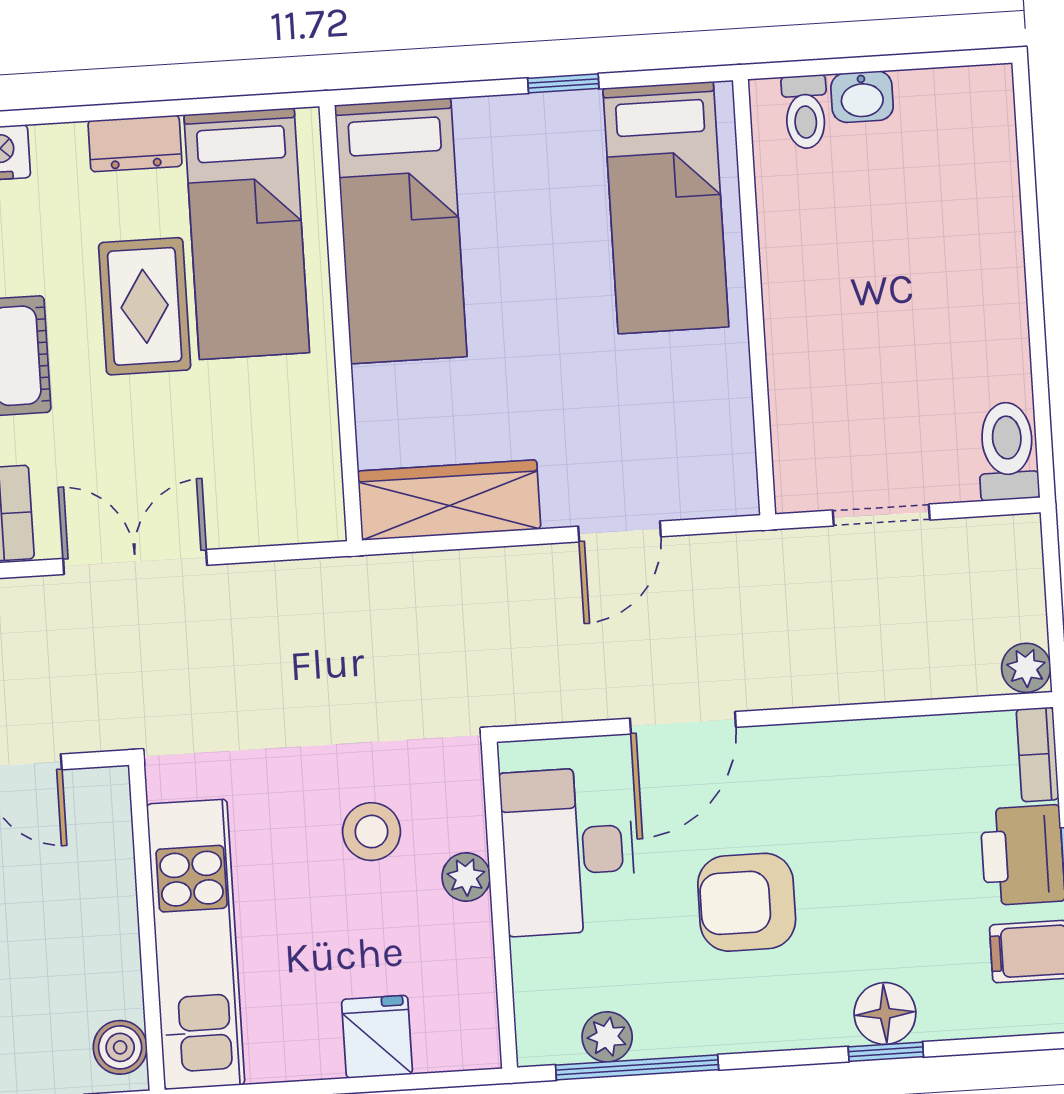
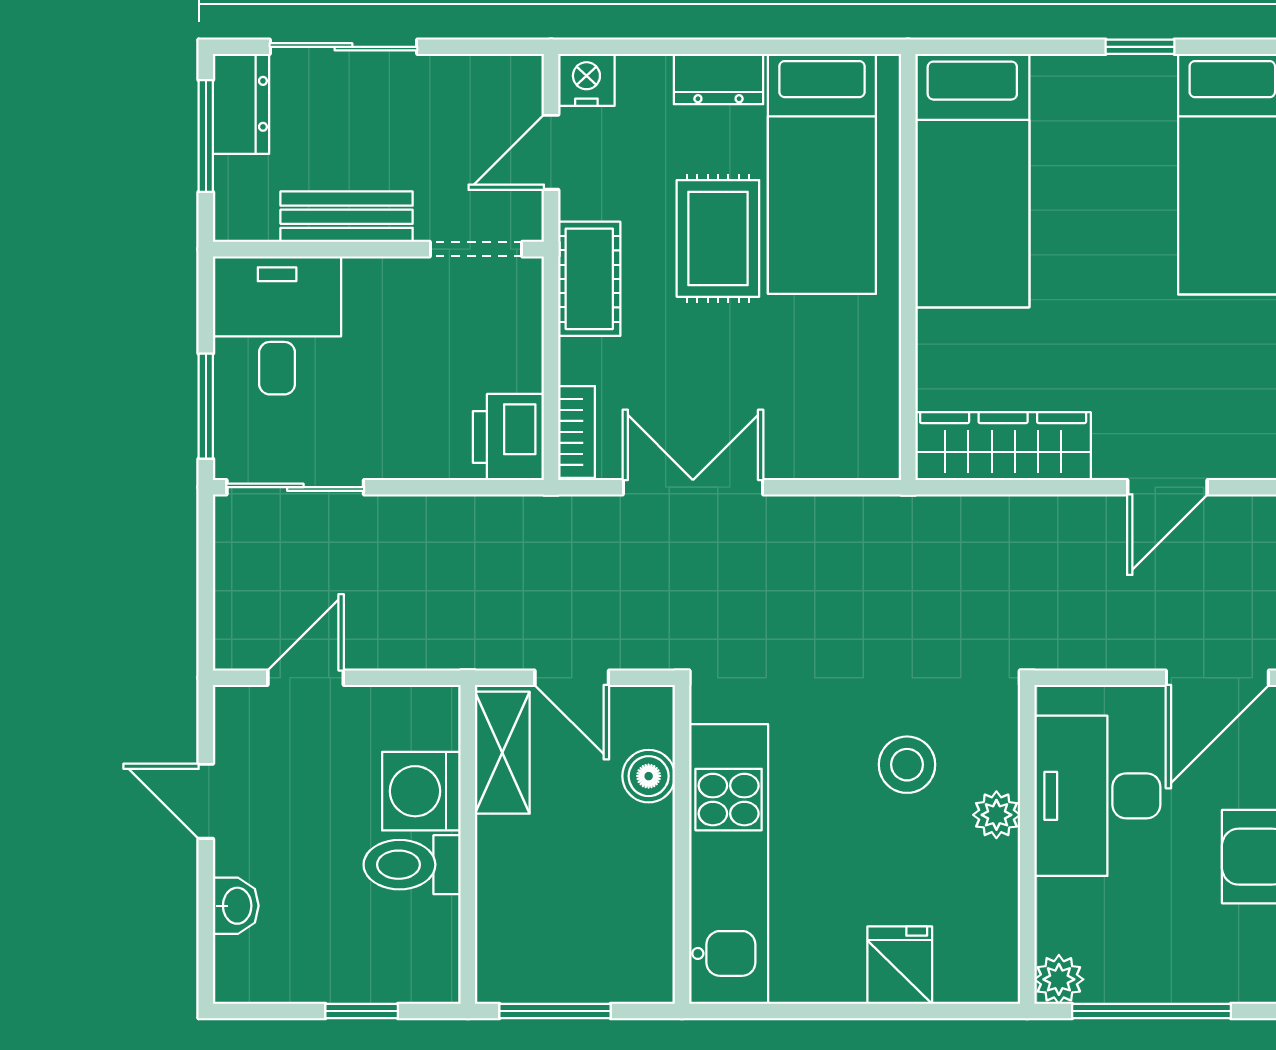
plant: (607, 1037) -> (1059, 979), moved
boiler: (120, 1047) -> (649, 776), moved

